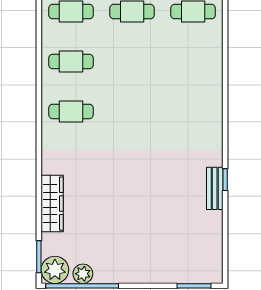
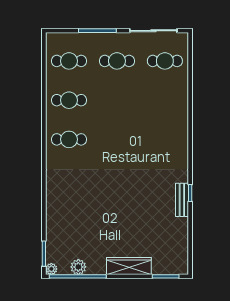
wardrobe: (52, 204) -> (129, 266), moved, turned -90
plant: (55, 270) -> (51, 269), width x0.53, depth x0.53

